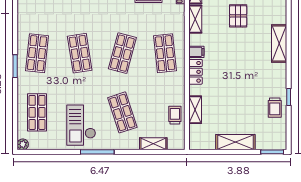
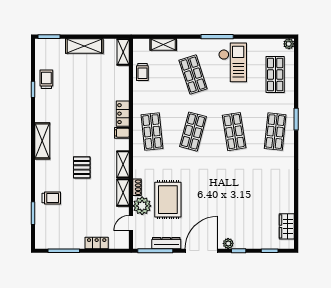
shelving: (195, 110) -> (123, 52), moved

